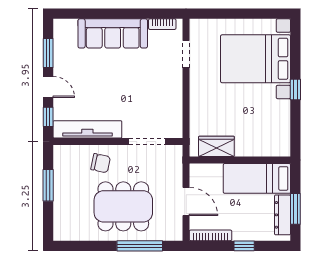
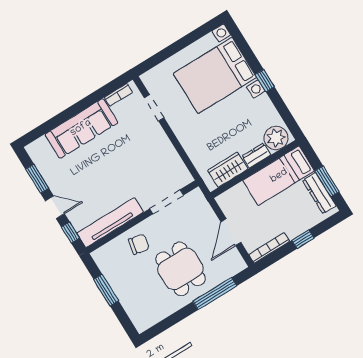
plant: (275, 145) -> (276, 138), added
dresser: (248, 149) -> (256, 156), added
door: (186, 201) -> (231, 232), swing flipped
dining table: (123, 206) -> (180, 269), width x0.73

